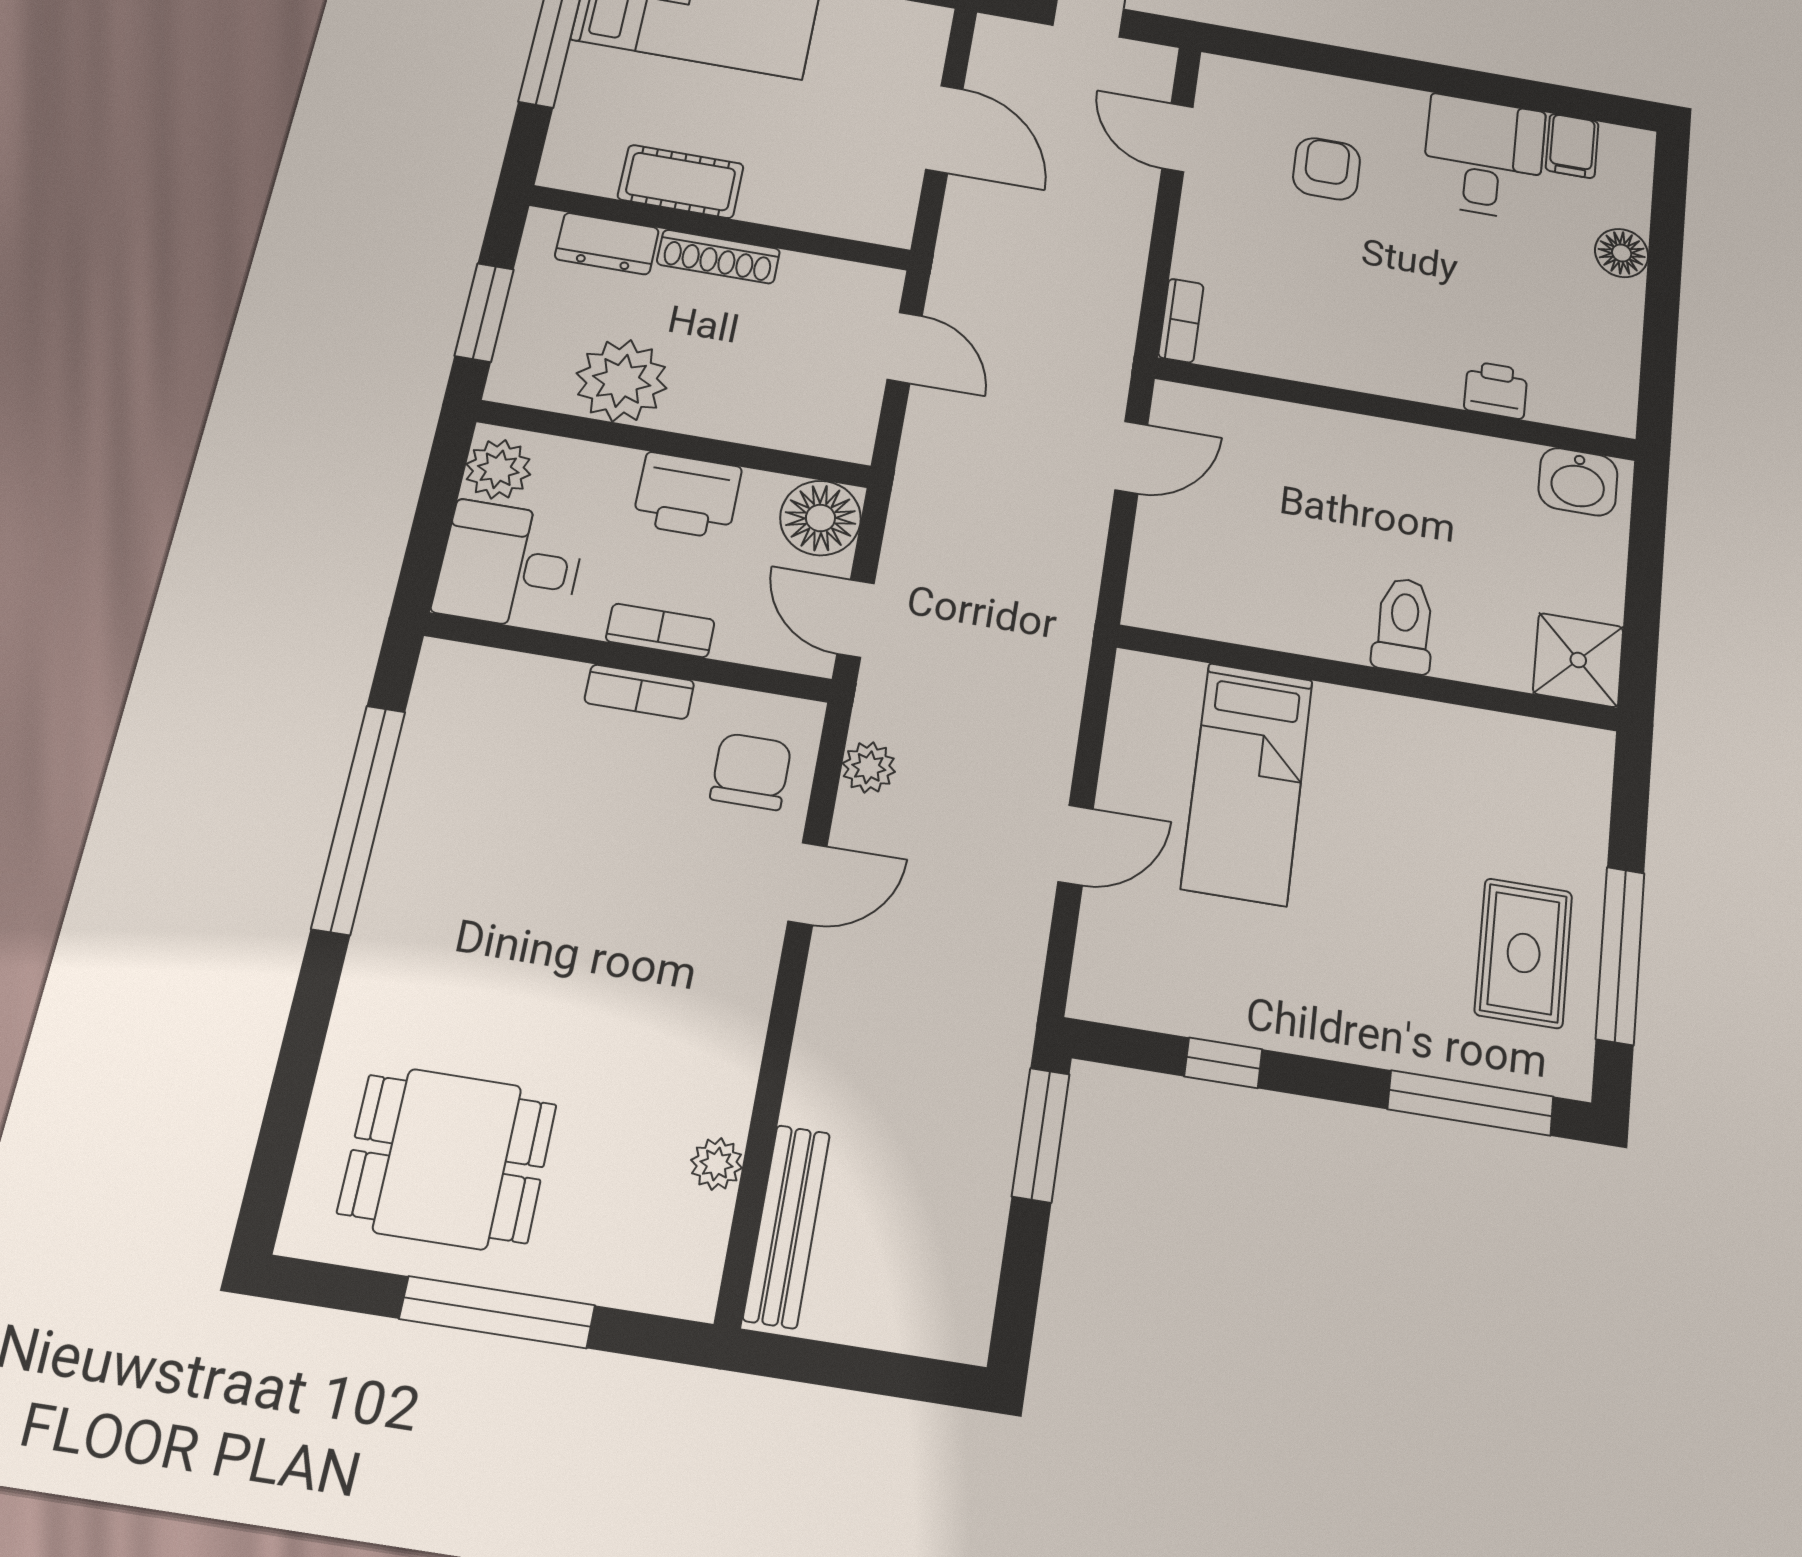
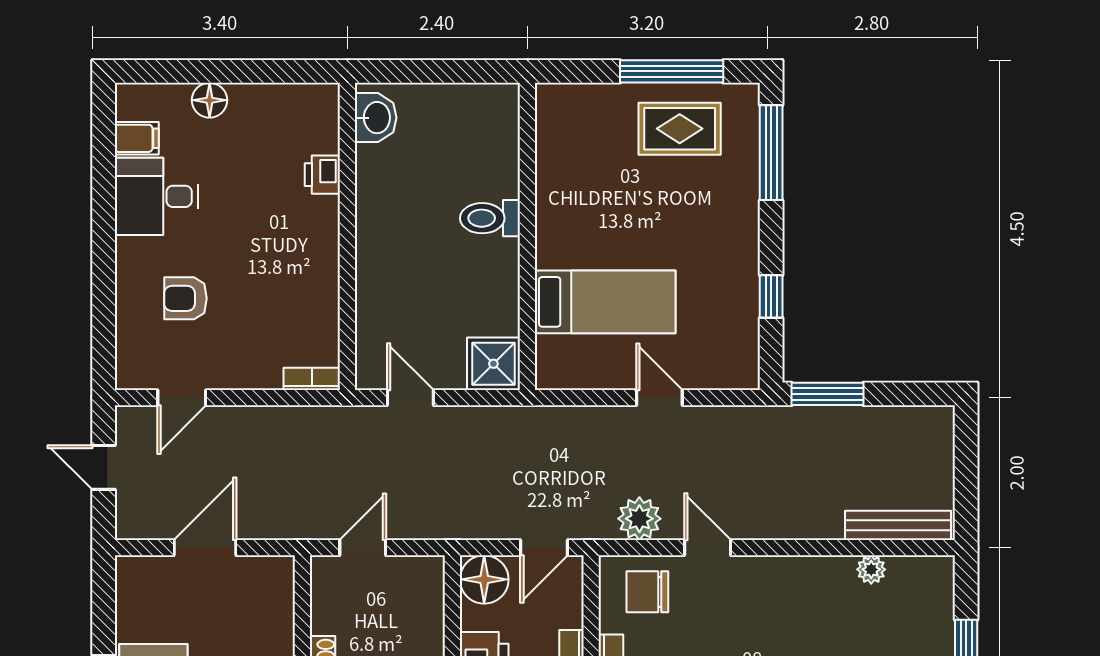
shower: (1578, 660) -> (493, 364), moved
plant: (869, 767) -> (639, 519), width x1.38, depth x1.38

